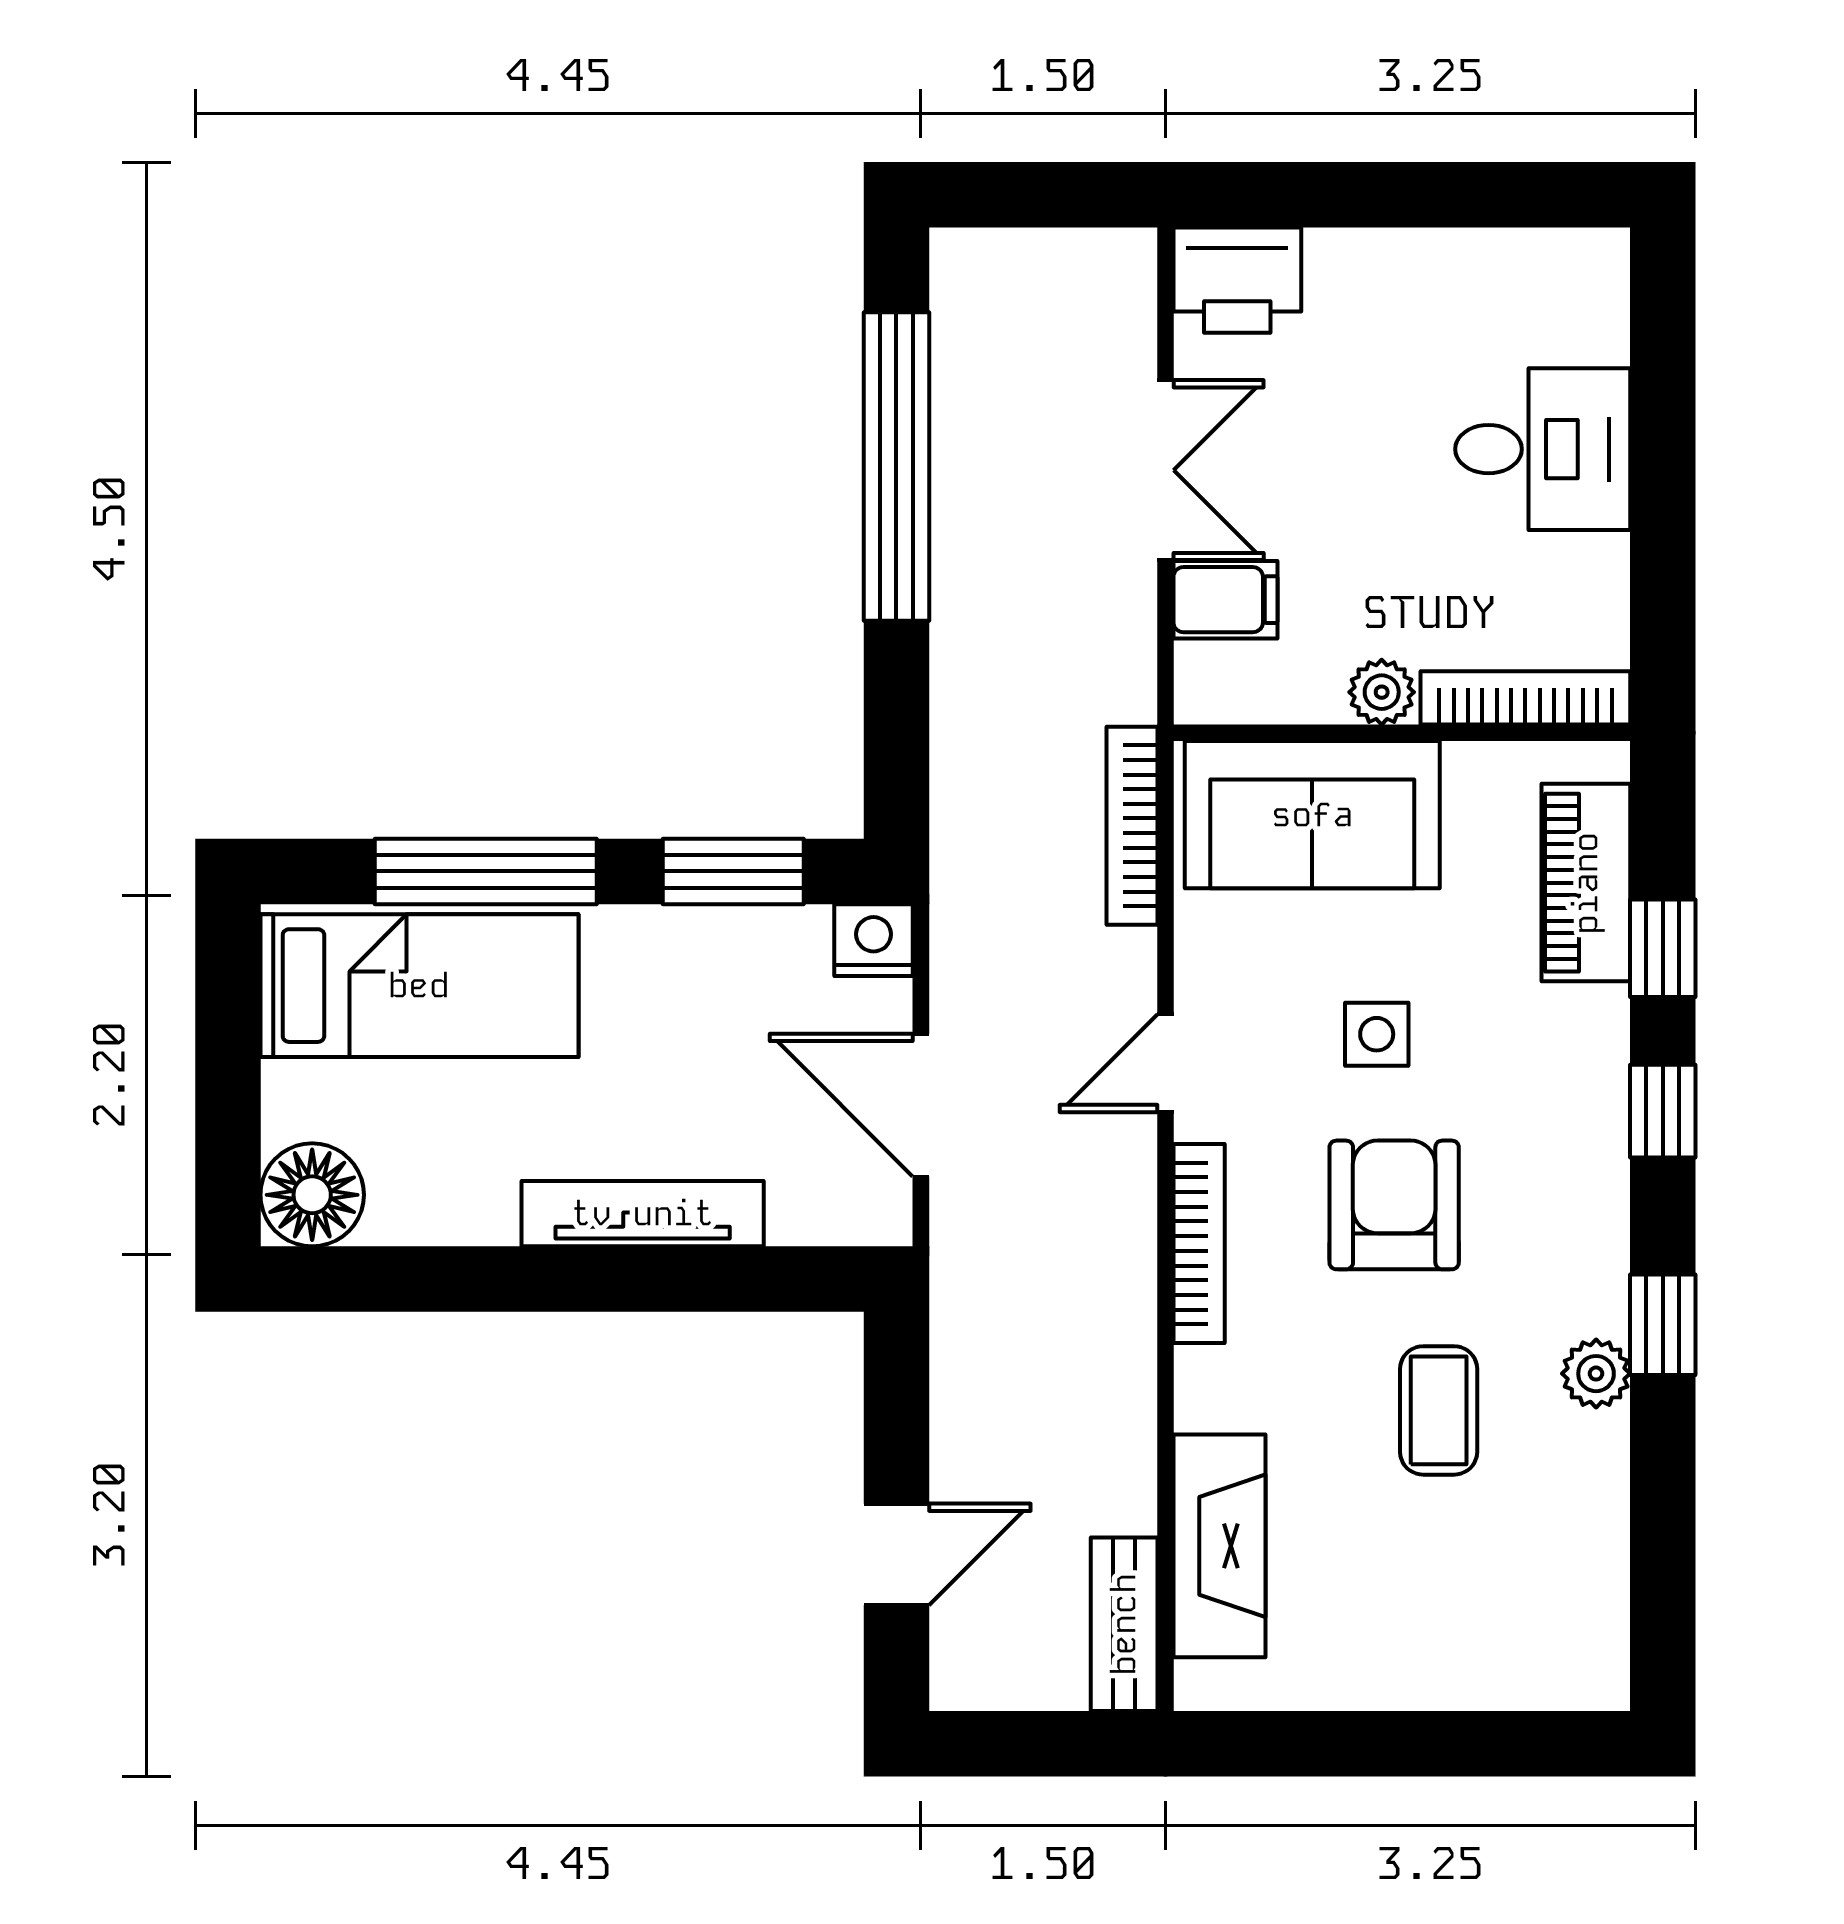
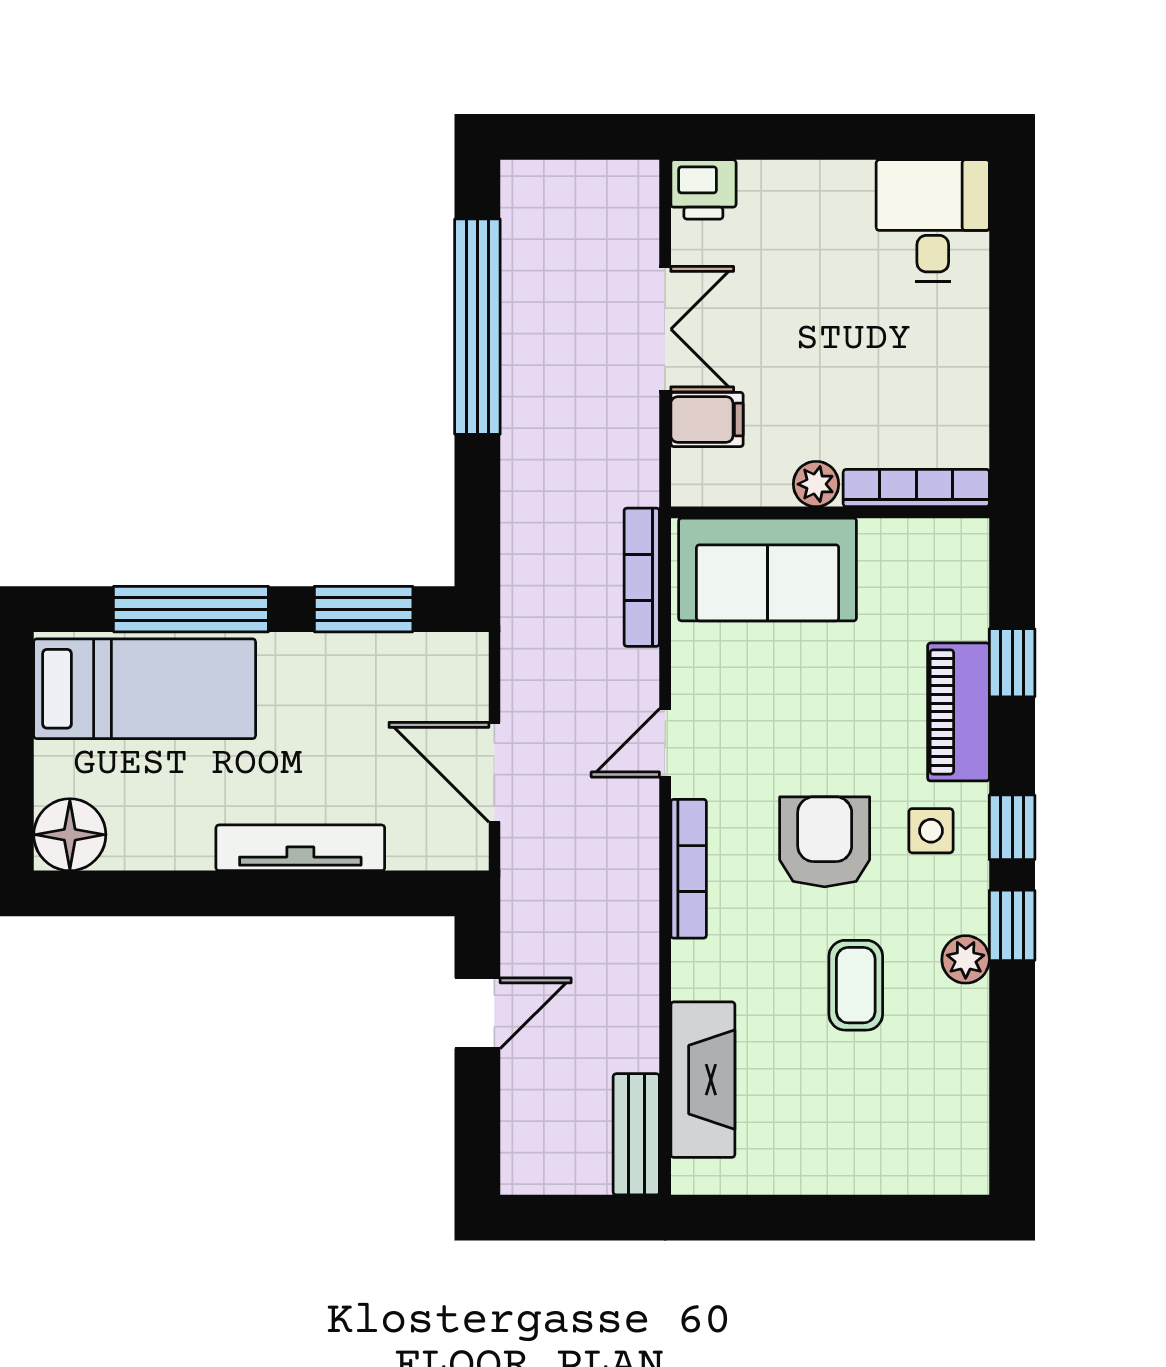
printer: (1237, 280) -> (703, 189), width x0.73, depth x0.81
desk: (1543, 449) -> (933, 221), moved, turned -90
piano: (1586, 883) -> (958, 712), moved
nightstand: (874, 940) -> (461, 657), removed
side table: (1377, 1034) -> (931, 831), moved
window: (1663, 1111) -> (1012, 827), moved
door: (896, 1554) -> (477, 1013), moved

